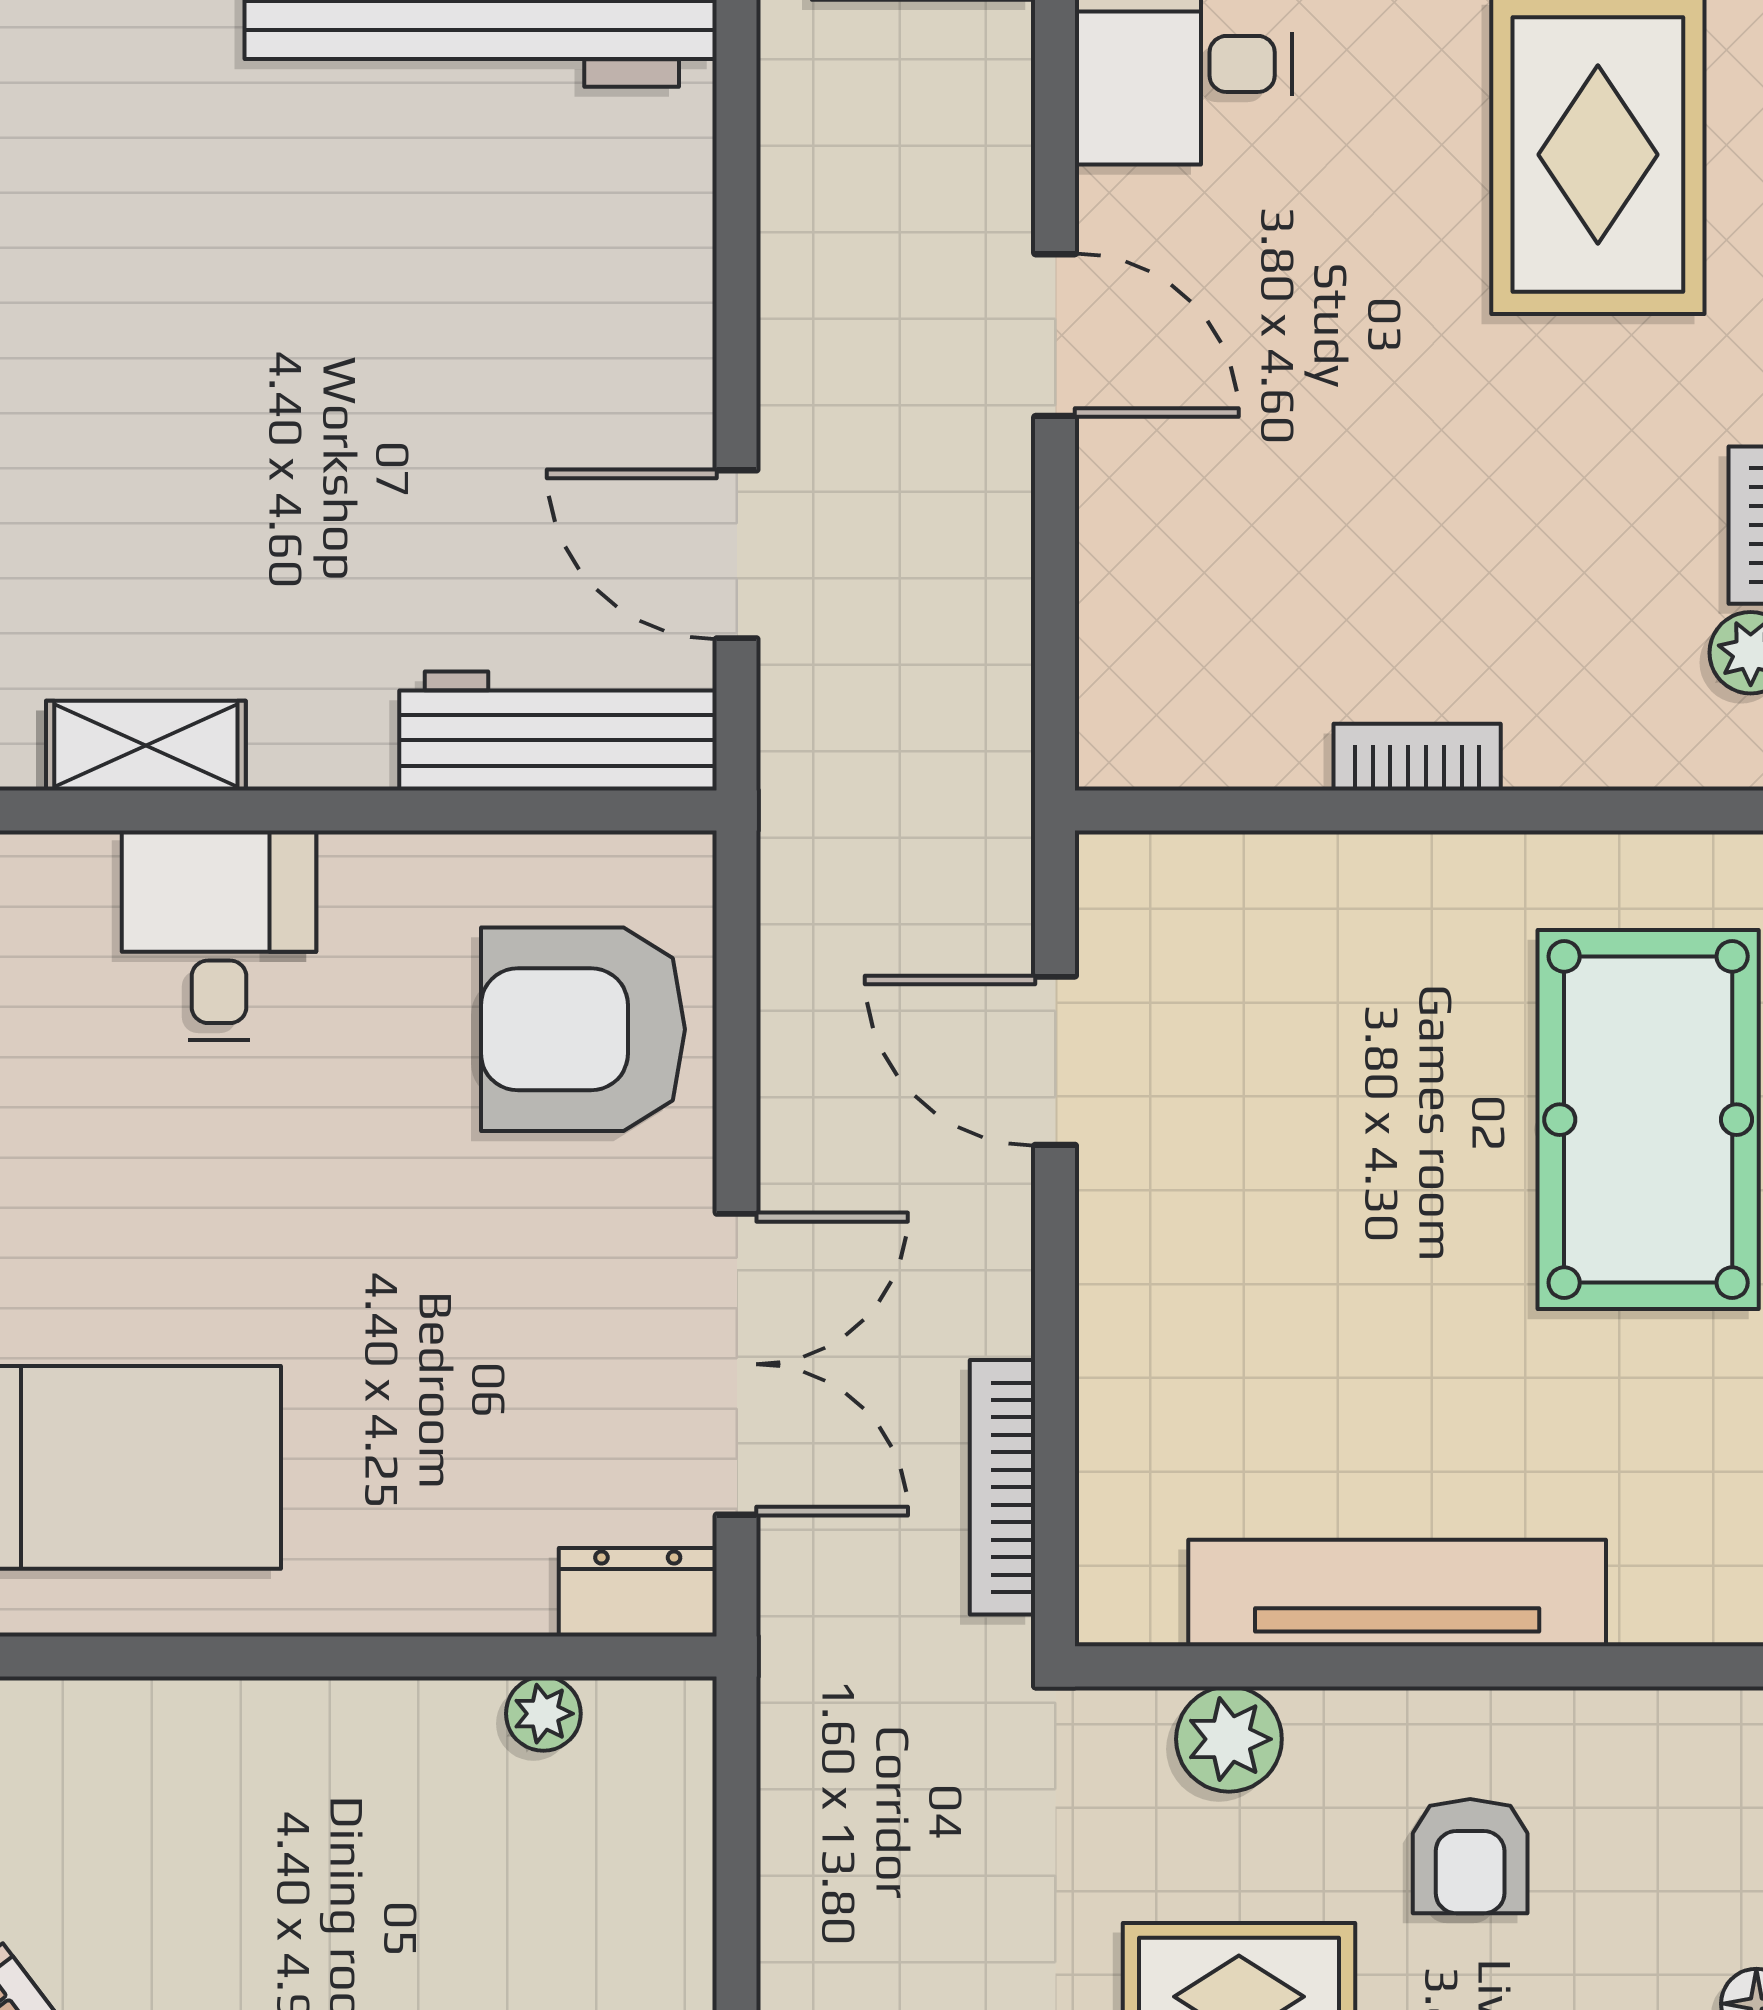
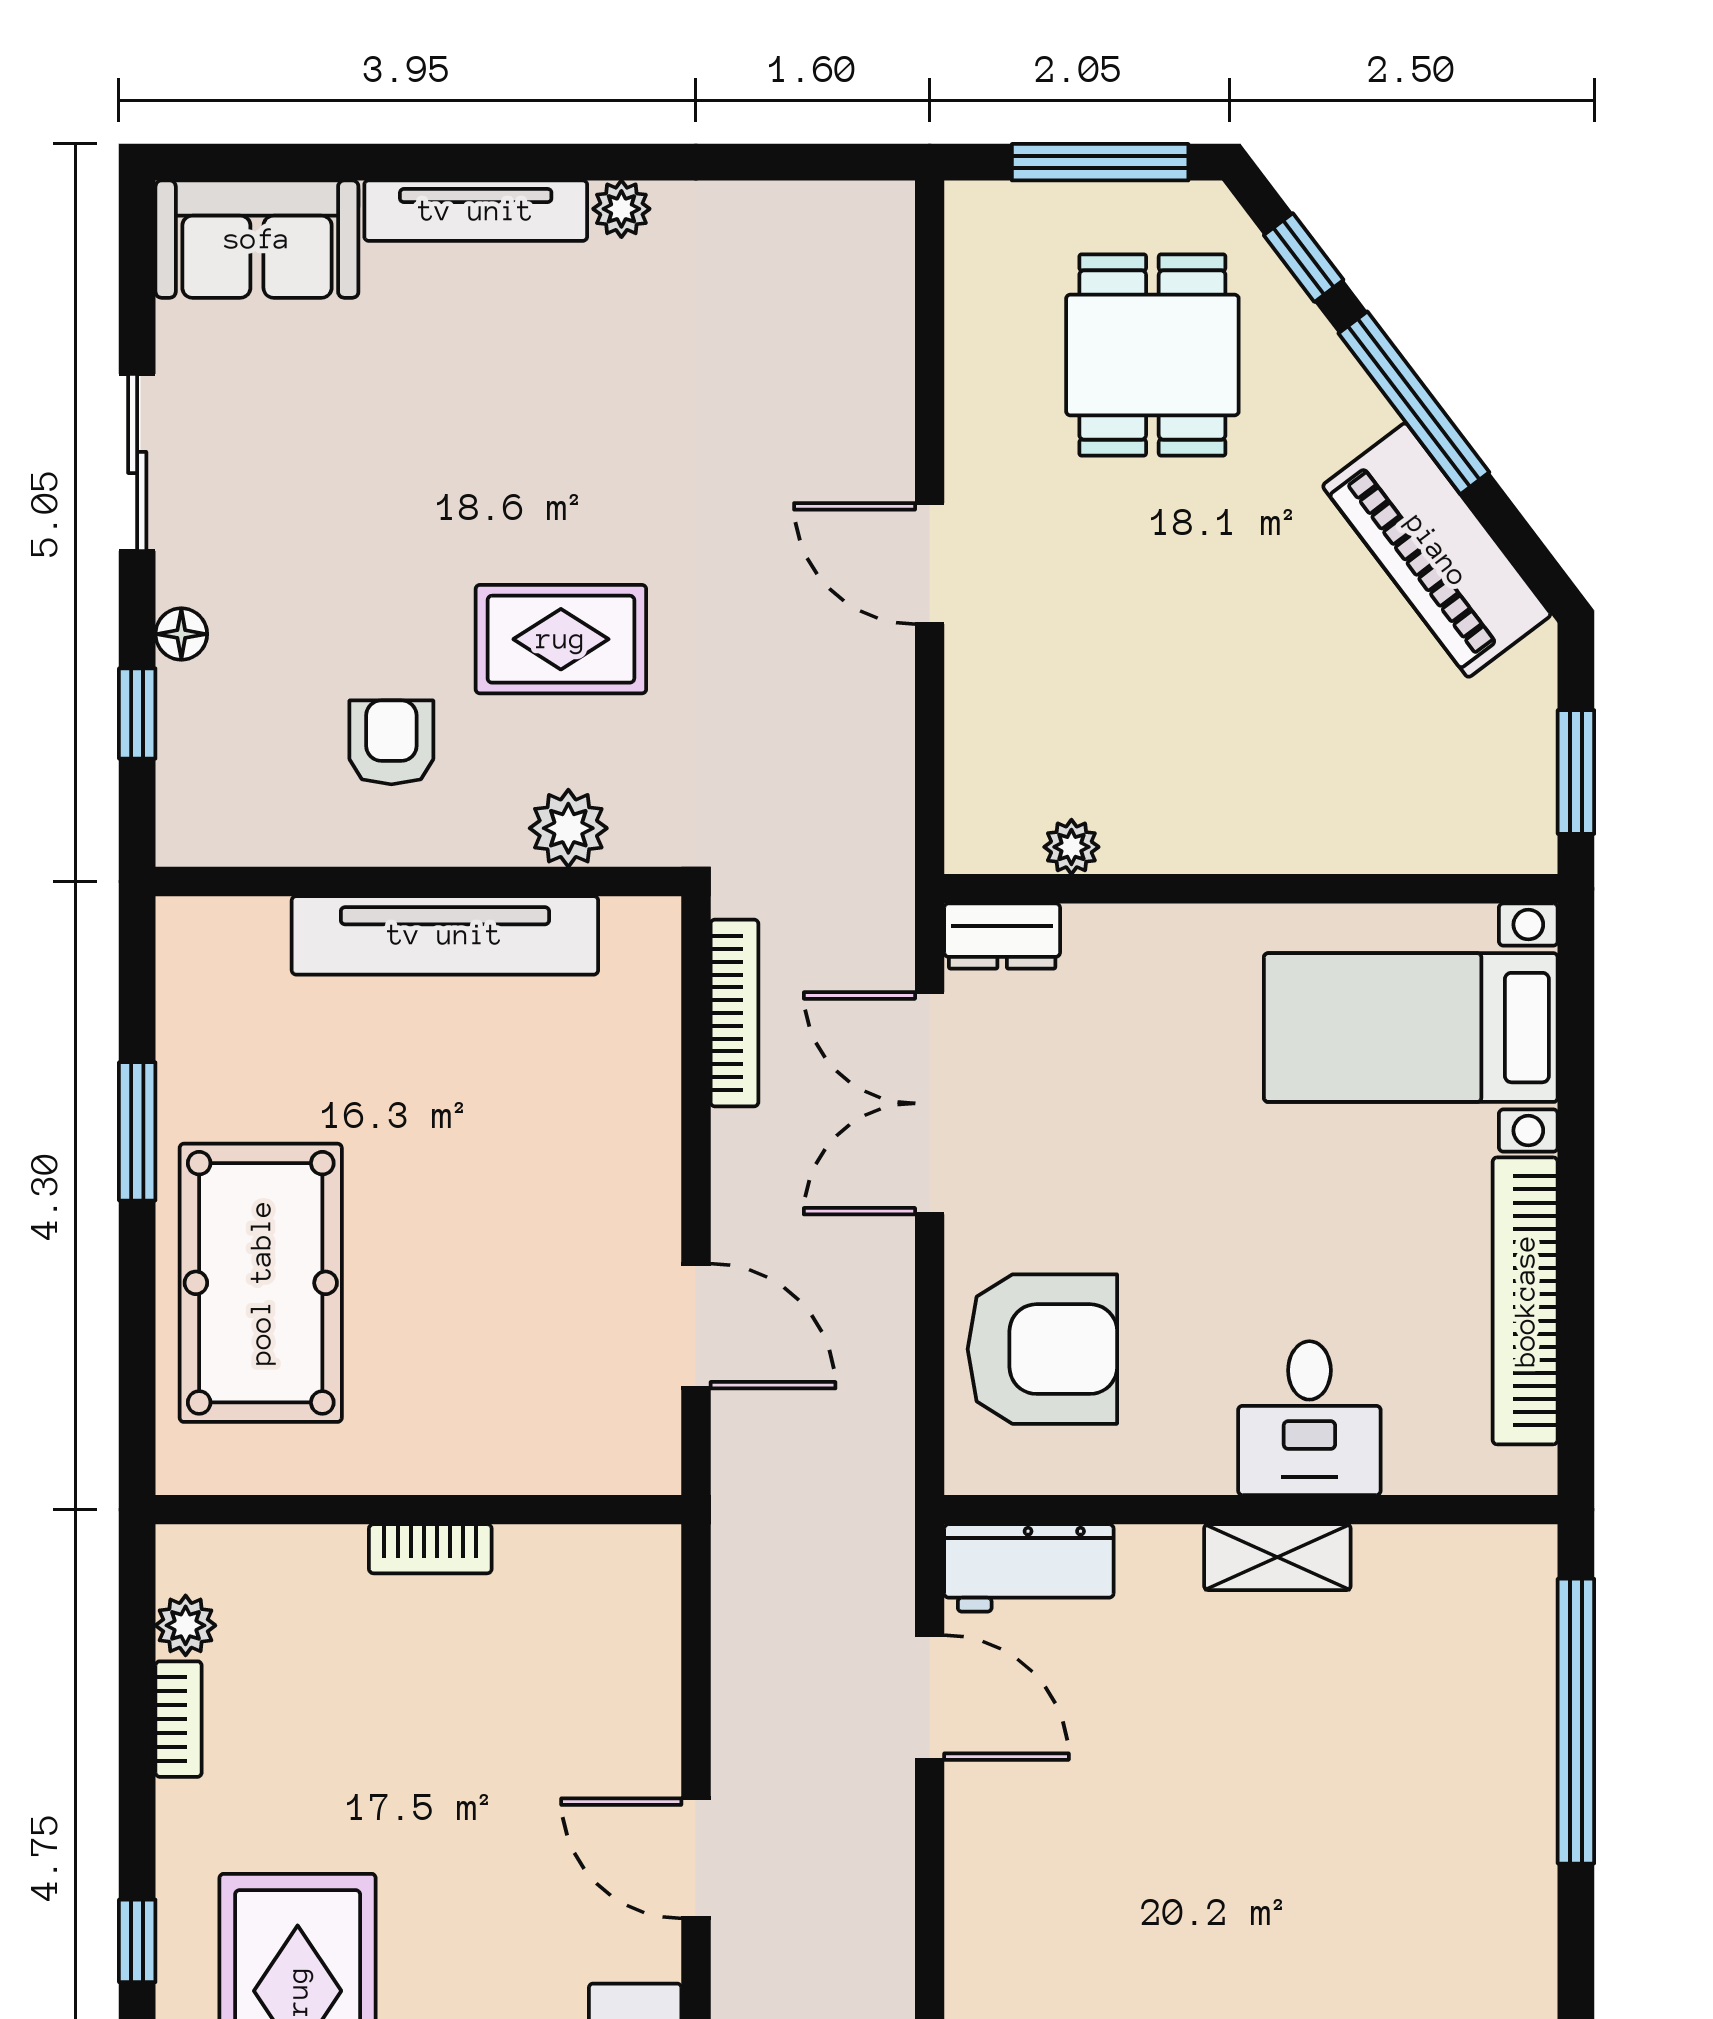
workbench: (558, 731) -> (1029, 1568), width x0.73
shelving: (146, 746) -> (1277, 1557), moved

